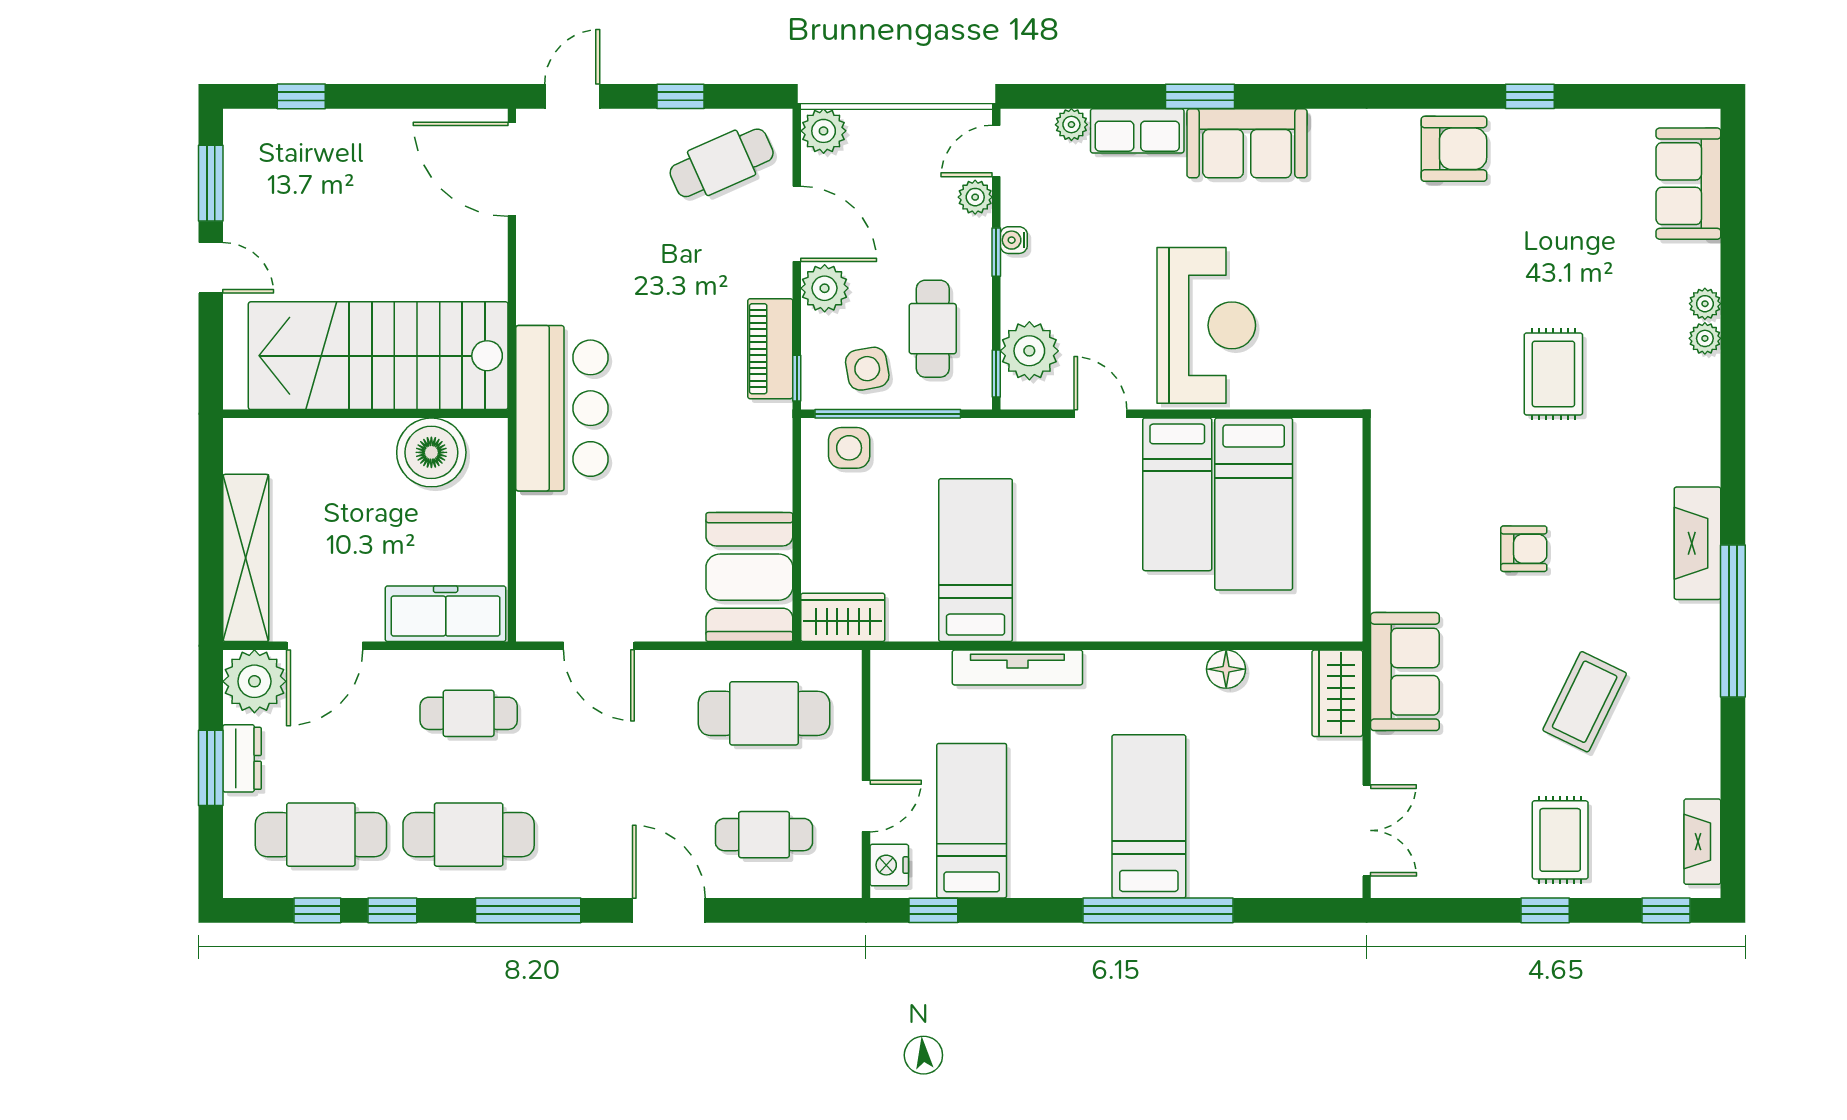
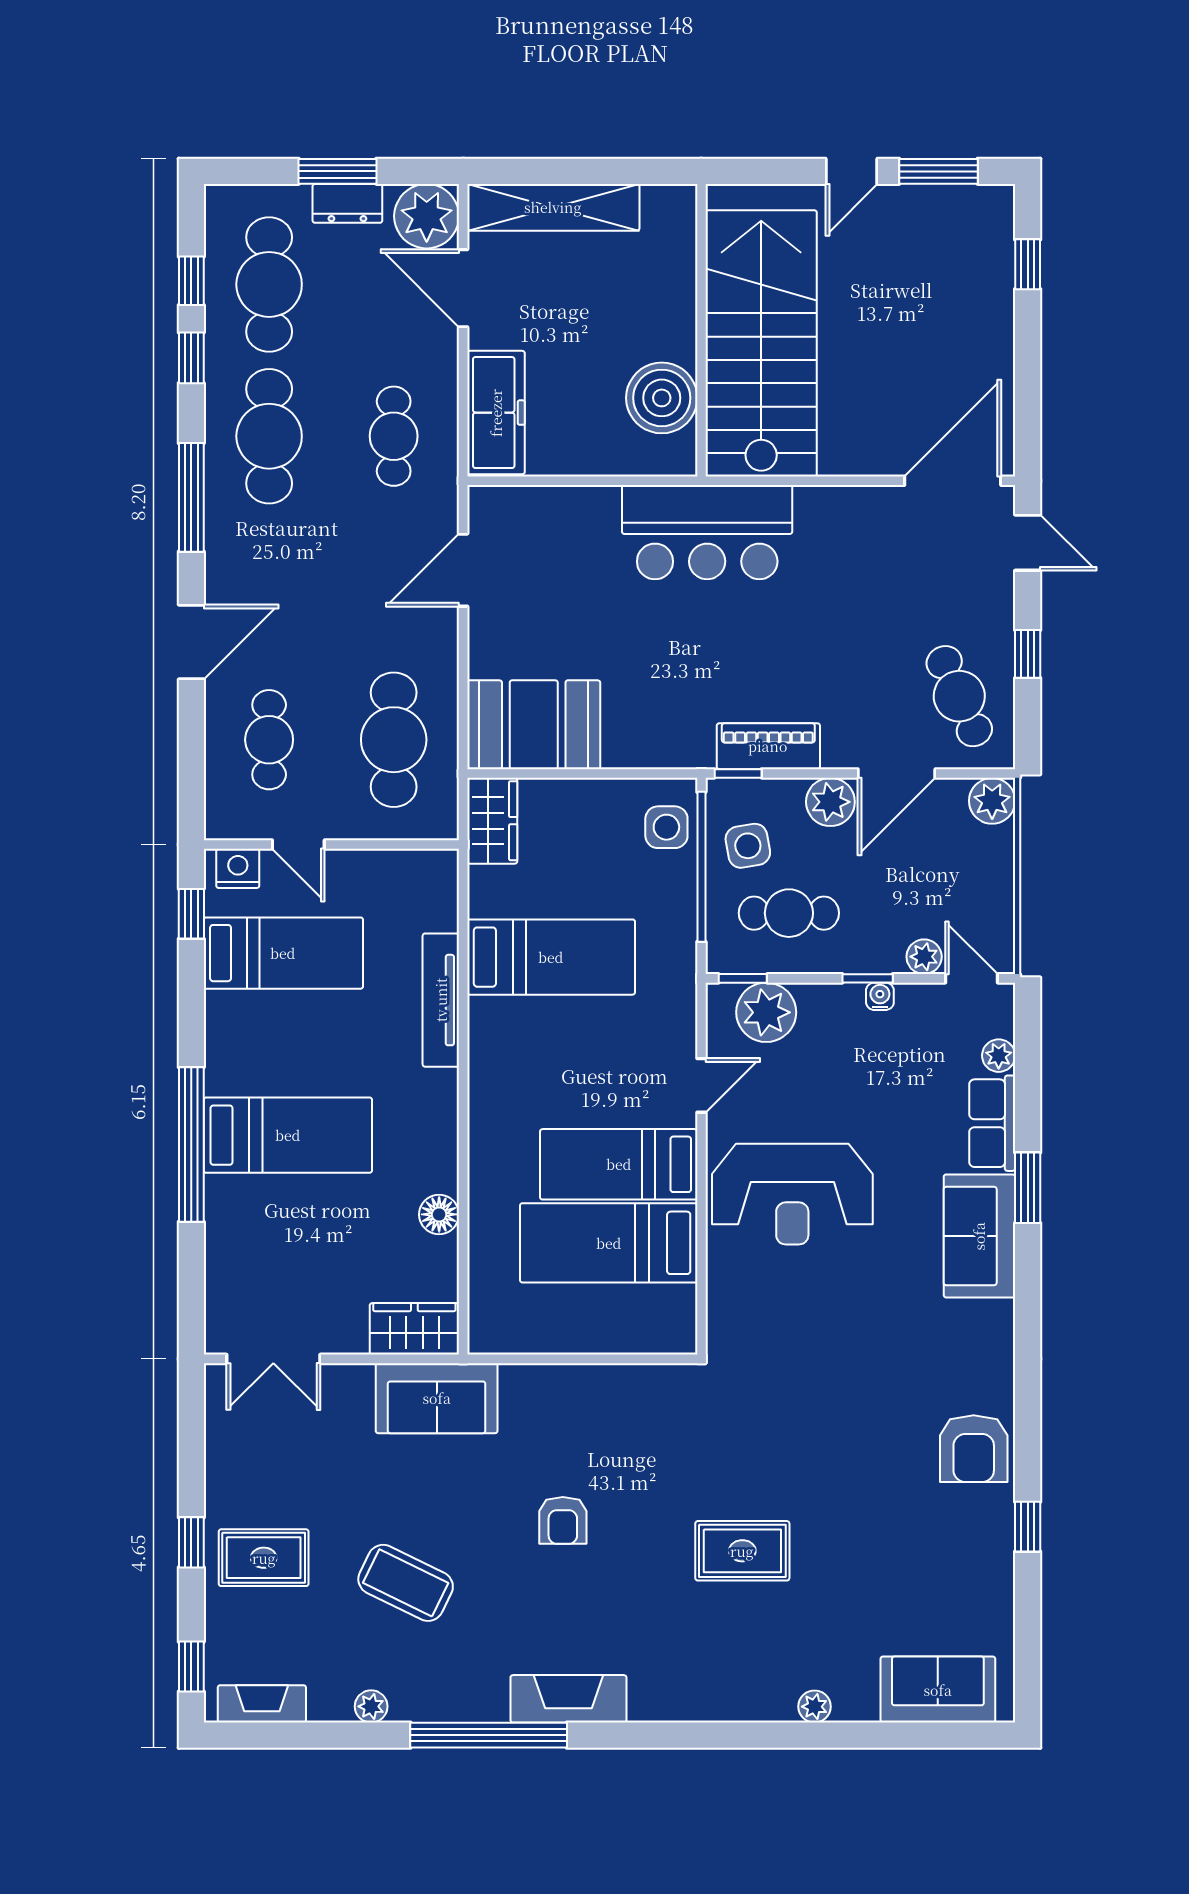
plant: (1705, 338) -> (371, 1706), moved

